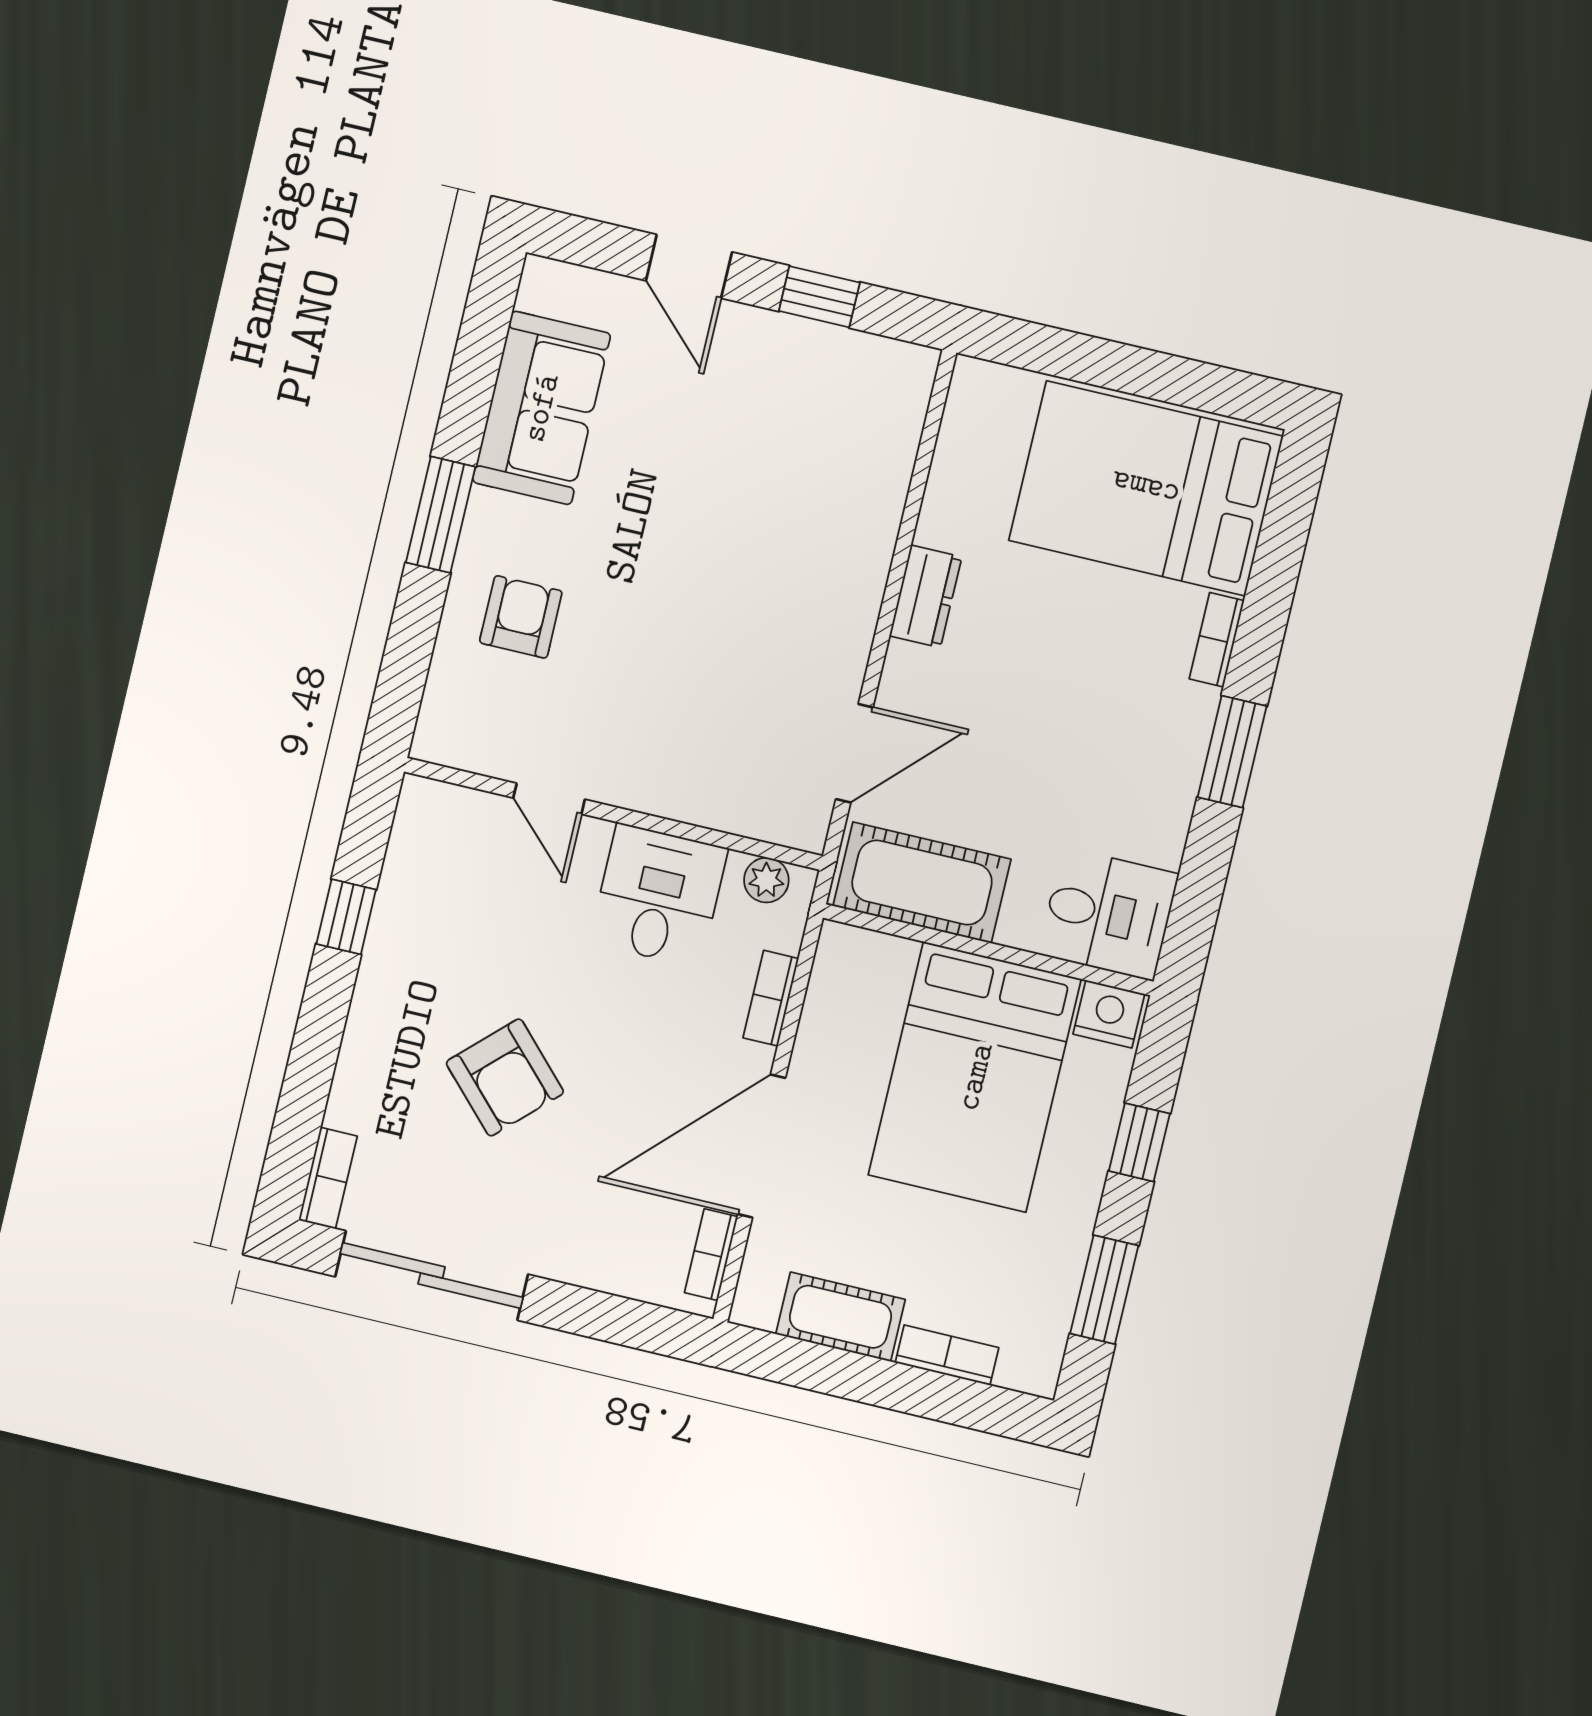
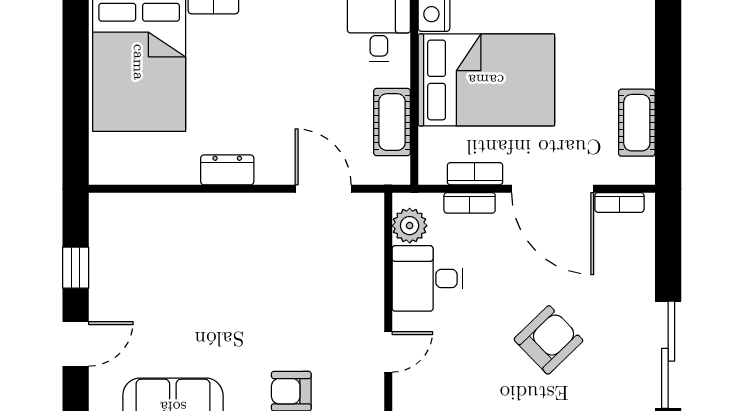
plant: (766, 880) -> (410, 226), width x1.38, depth x1.38
cot: (922, 883) -> (392, 122), width x0.73, depth x0.75
bookcase: (947, 1355) -> (475, 174), moved, turned 90

